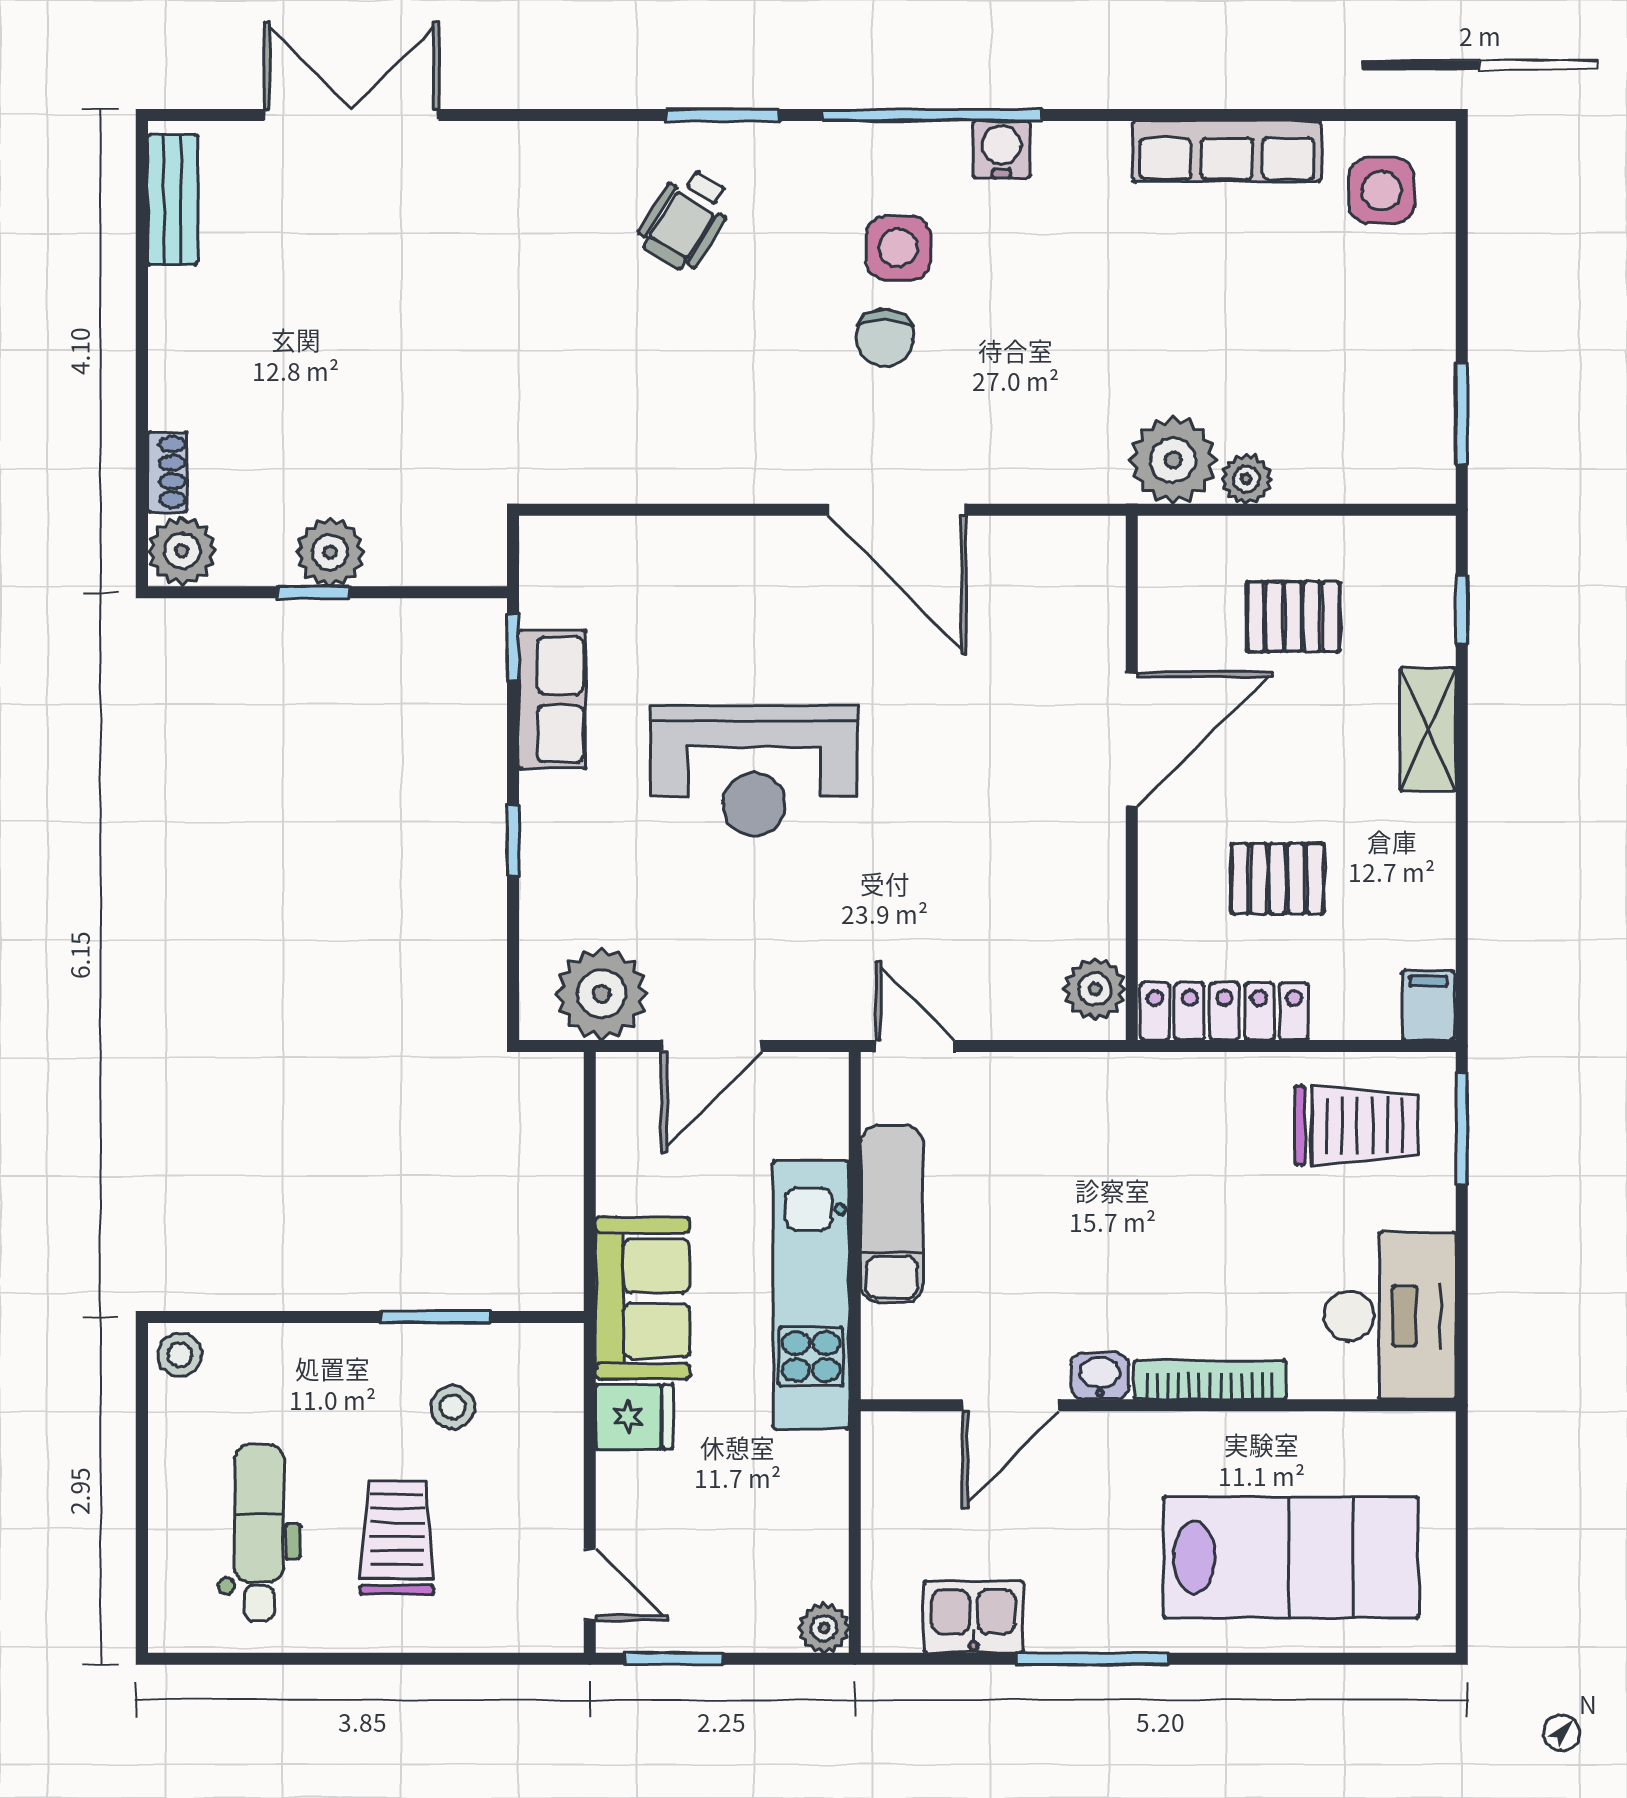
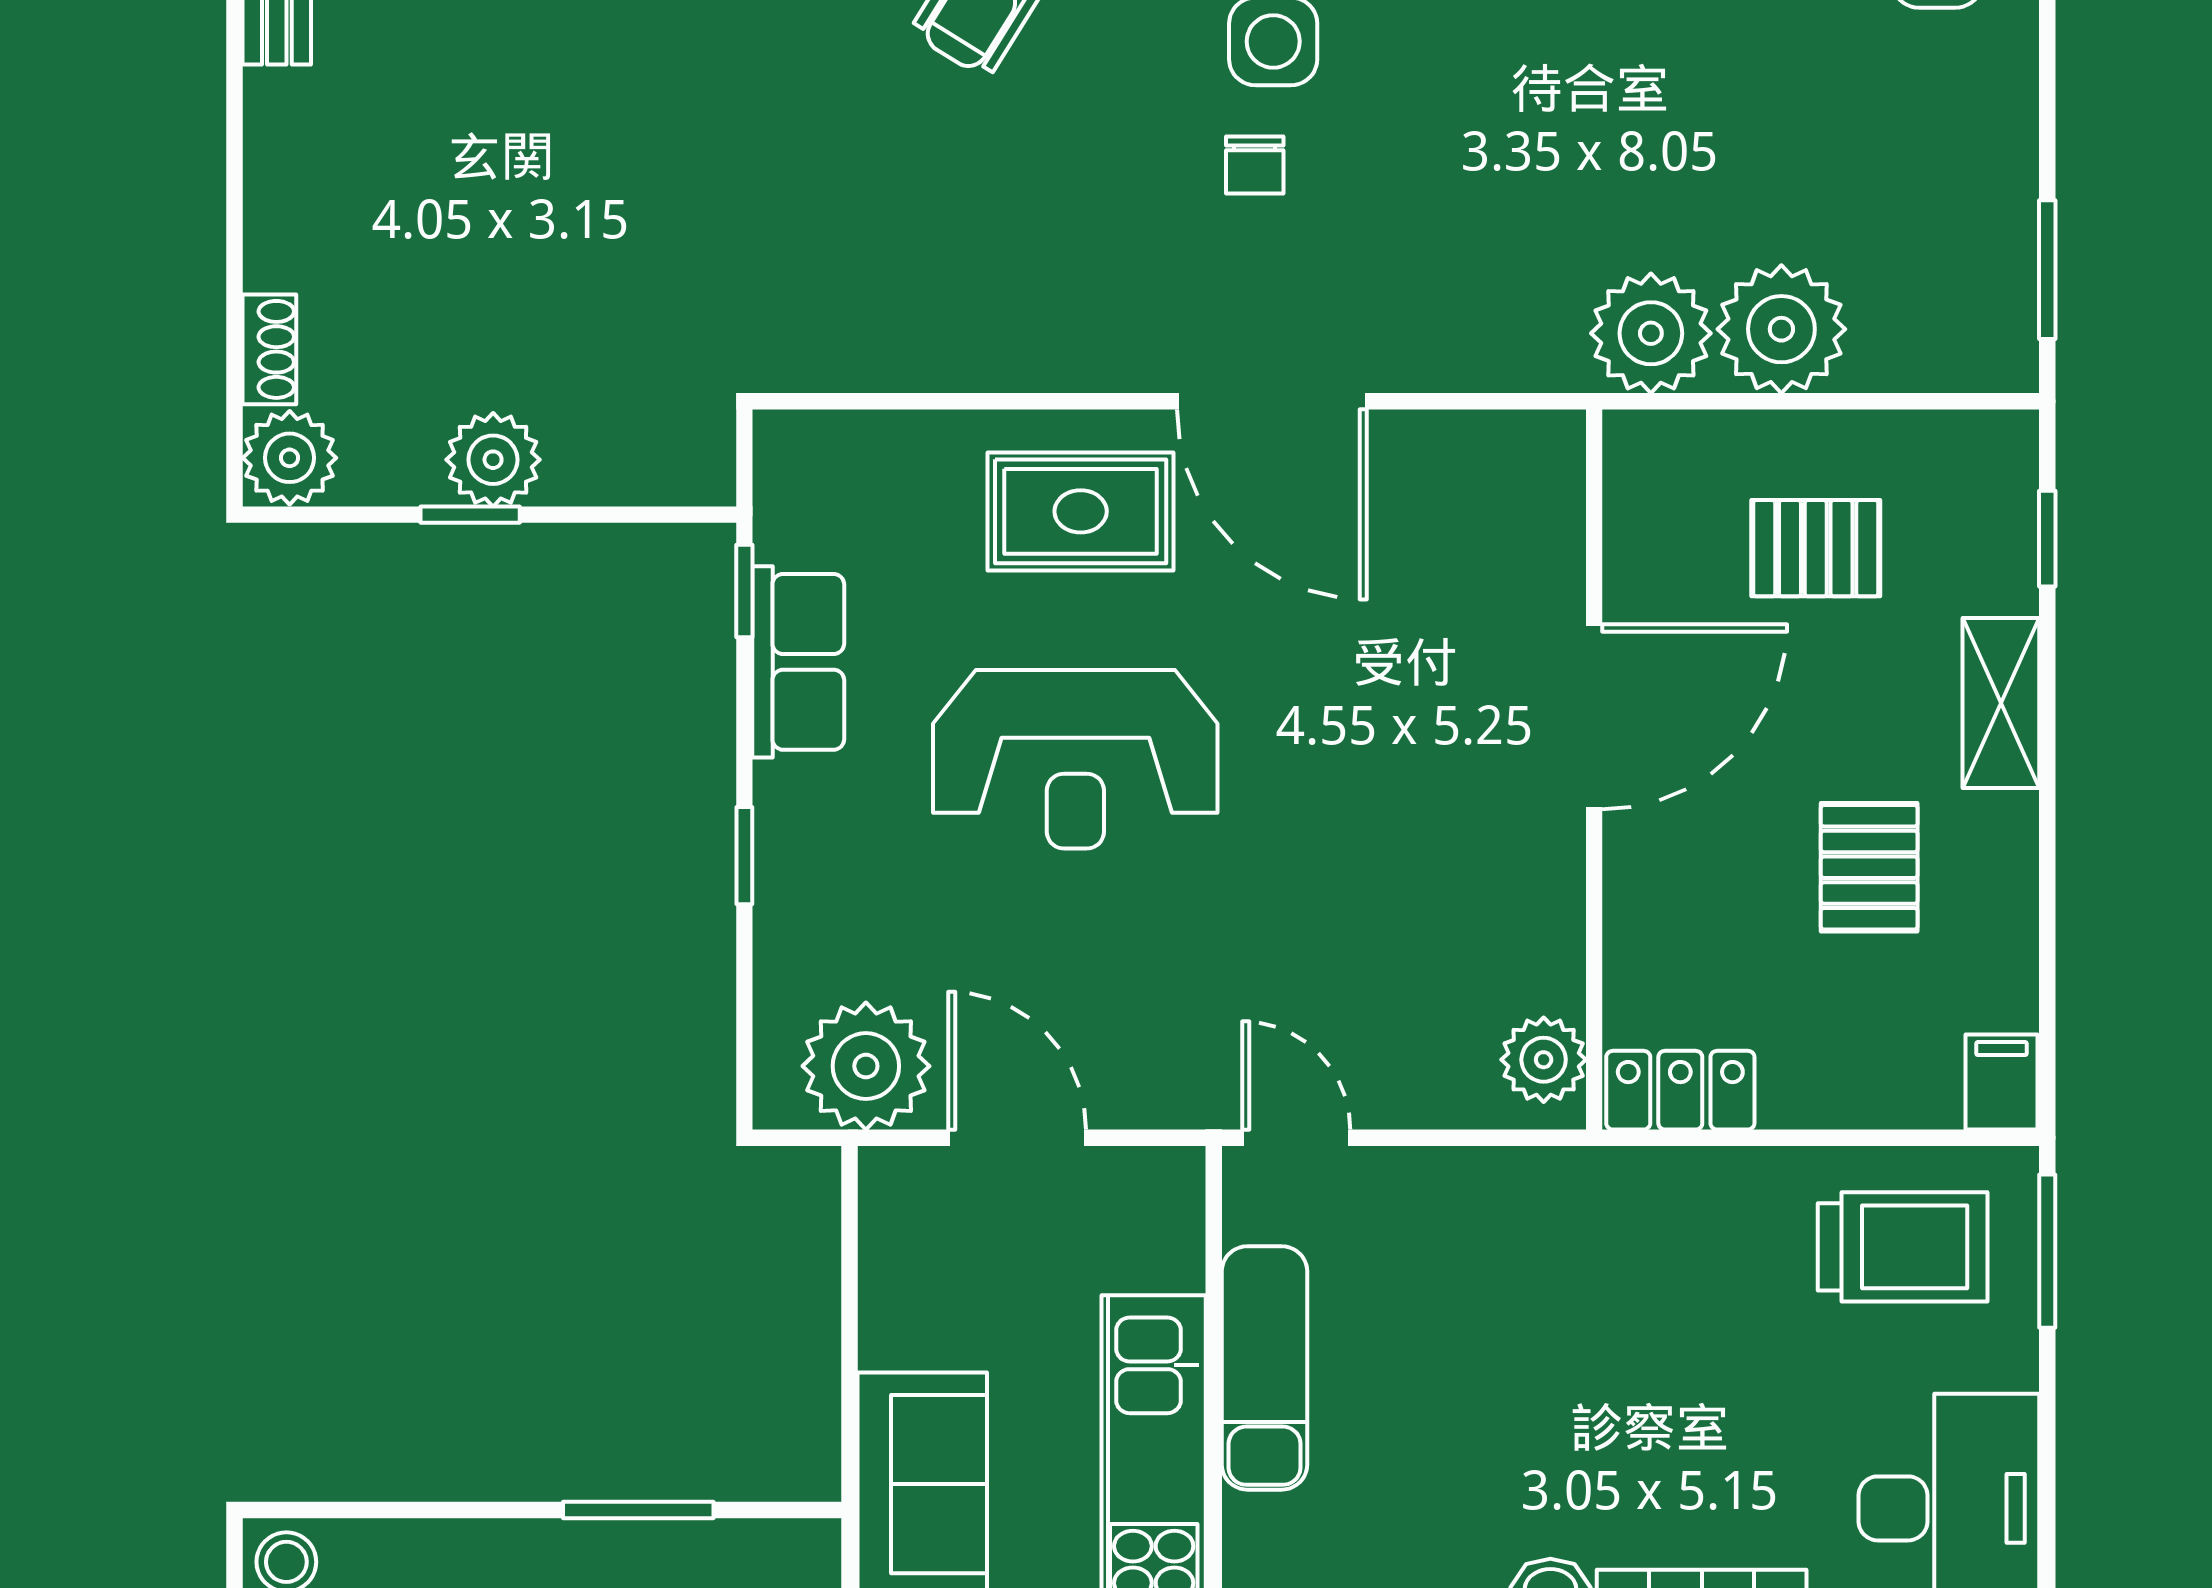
chair: (885, 338) -> (1255, 165), width x0.73, depth x0.73
plant: (1246, 479) -> (1781, 329), width x1.88, depth x1.88
rug: (758, 590) -> (1081, 511), added
pallet: (1278, 878) -> (1869, 867), moved, turned 90
locker: (1224, 1011) -> (1680, 1090), width x0.66
door: (712, 1046) -> (1017, 1138), swing flipped

